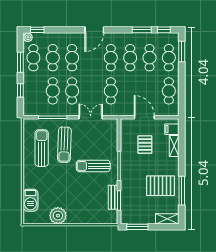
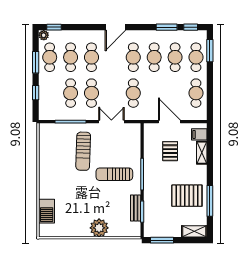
sun lounger: (42, 148) -> (59, 155), removed
plant: (58, 216) -> (99, 228), moved

